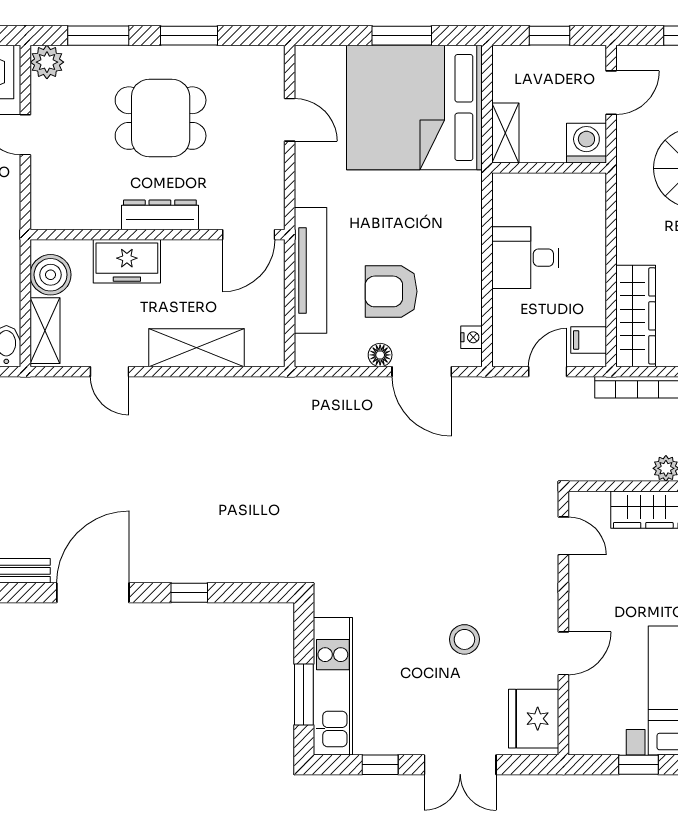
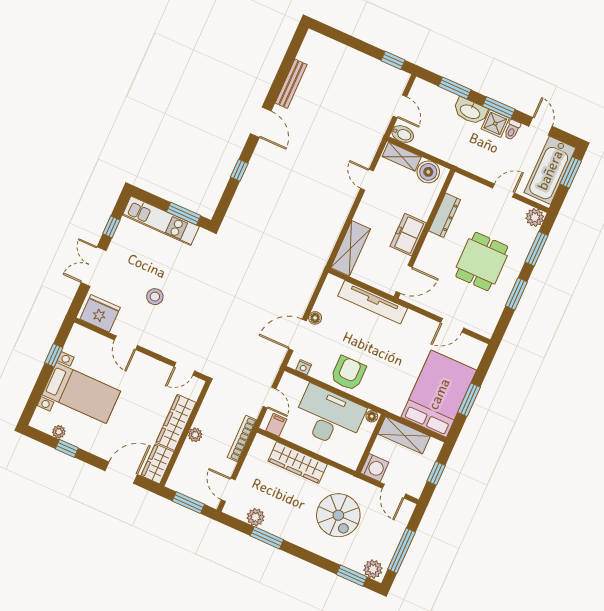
bed: (414, 108) -> (439, 394), width x0.73
shelving: (505, 133) -> (404, 435), width x1.50, depth x1.33
floor lamp: (502, 186) -> (372, 416), added
dresser: (160, 215) -> (445, 215), moved
door: (249, 235) -> (404, 279), swing flipped
desk: (525, 258) -> (329, 417), width x1.87, depth x1.30
freezer: (127, 261) -> (408, 235), moved
armchair: (391, 291) -> (348, 373), moved
wardrobe: (636, 316) -> (298, 463), moved
shelving: (197, 348) -> (351, 248), moved
door: (110, 372) -> (367, 180), hinge flipped
door: (93, 593) -> (261, 122), width x0.73
window: (304, 695) -> (184, 214), moved

